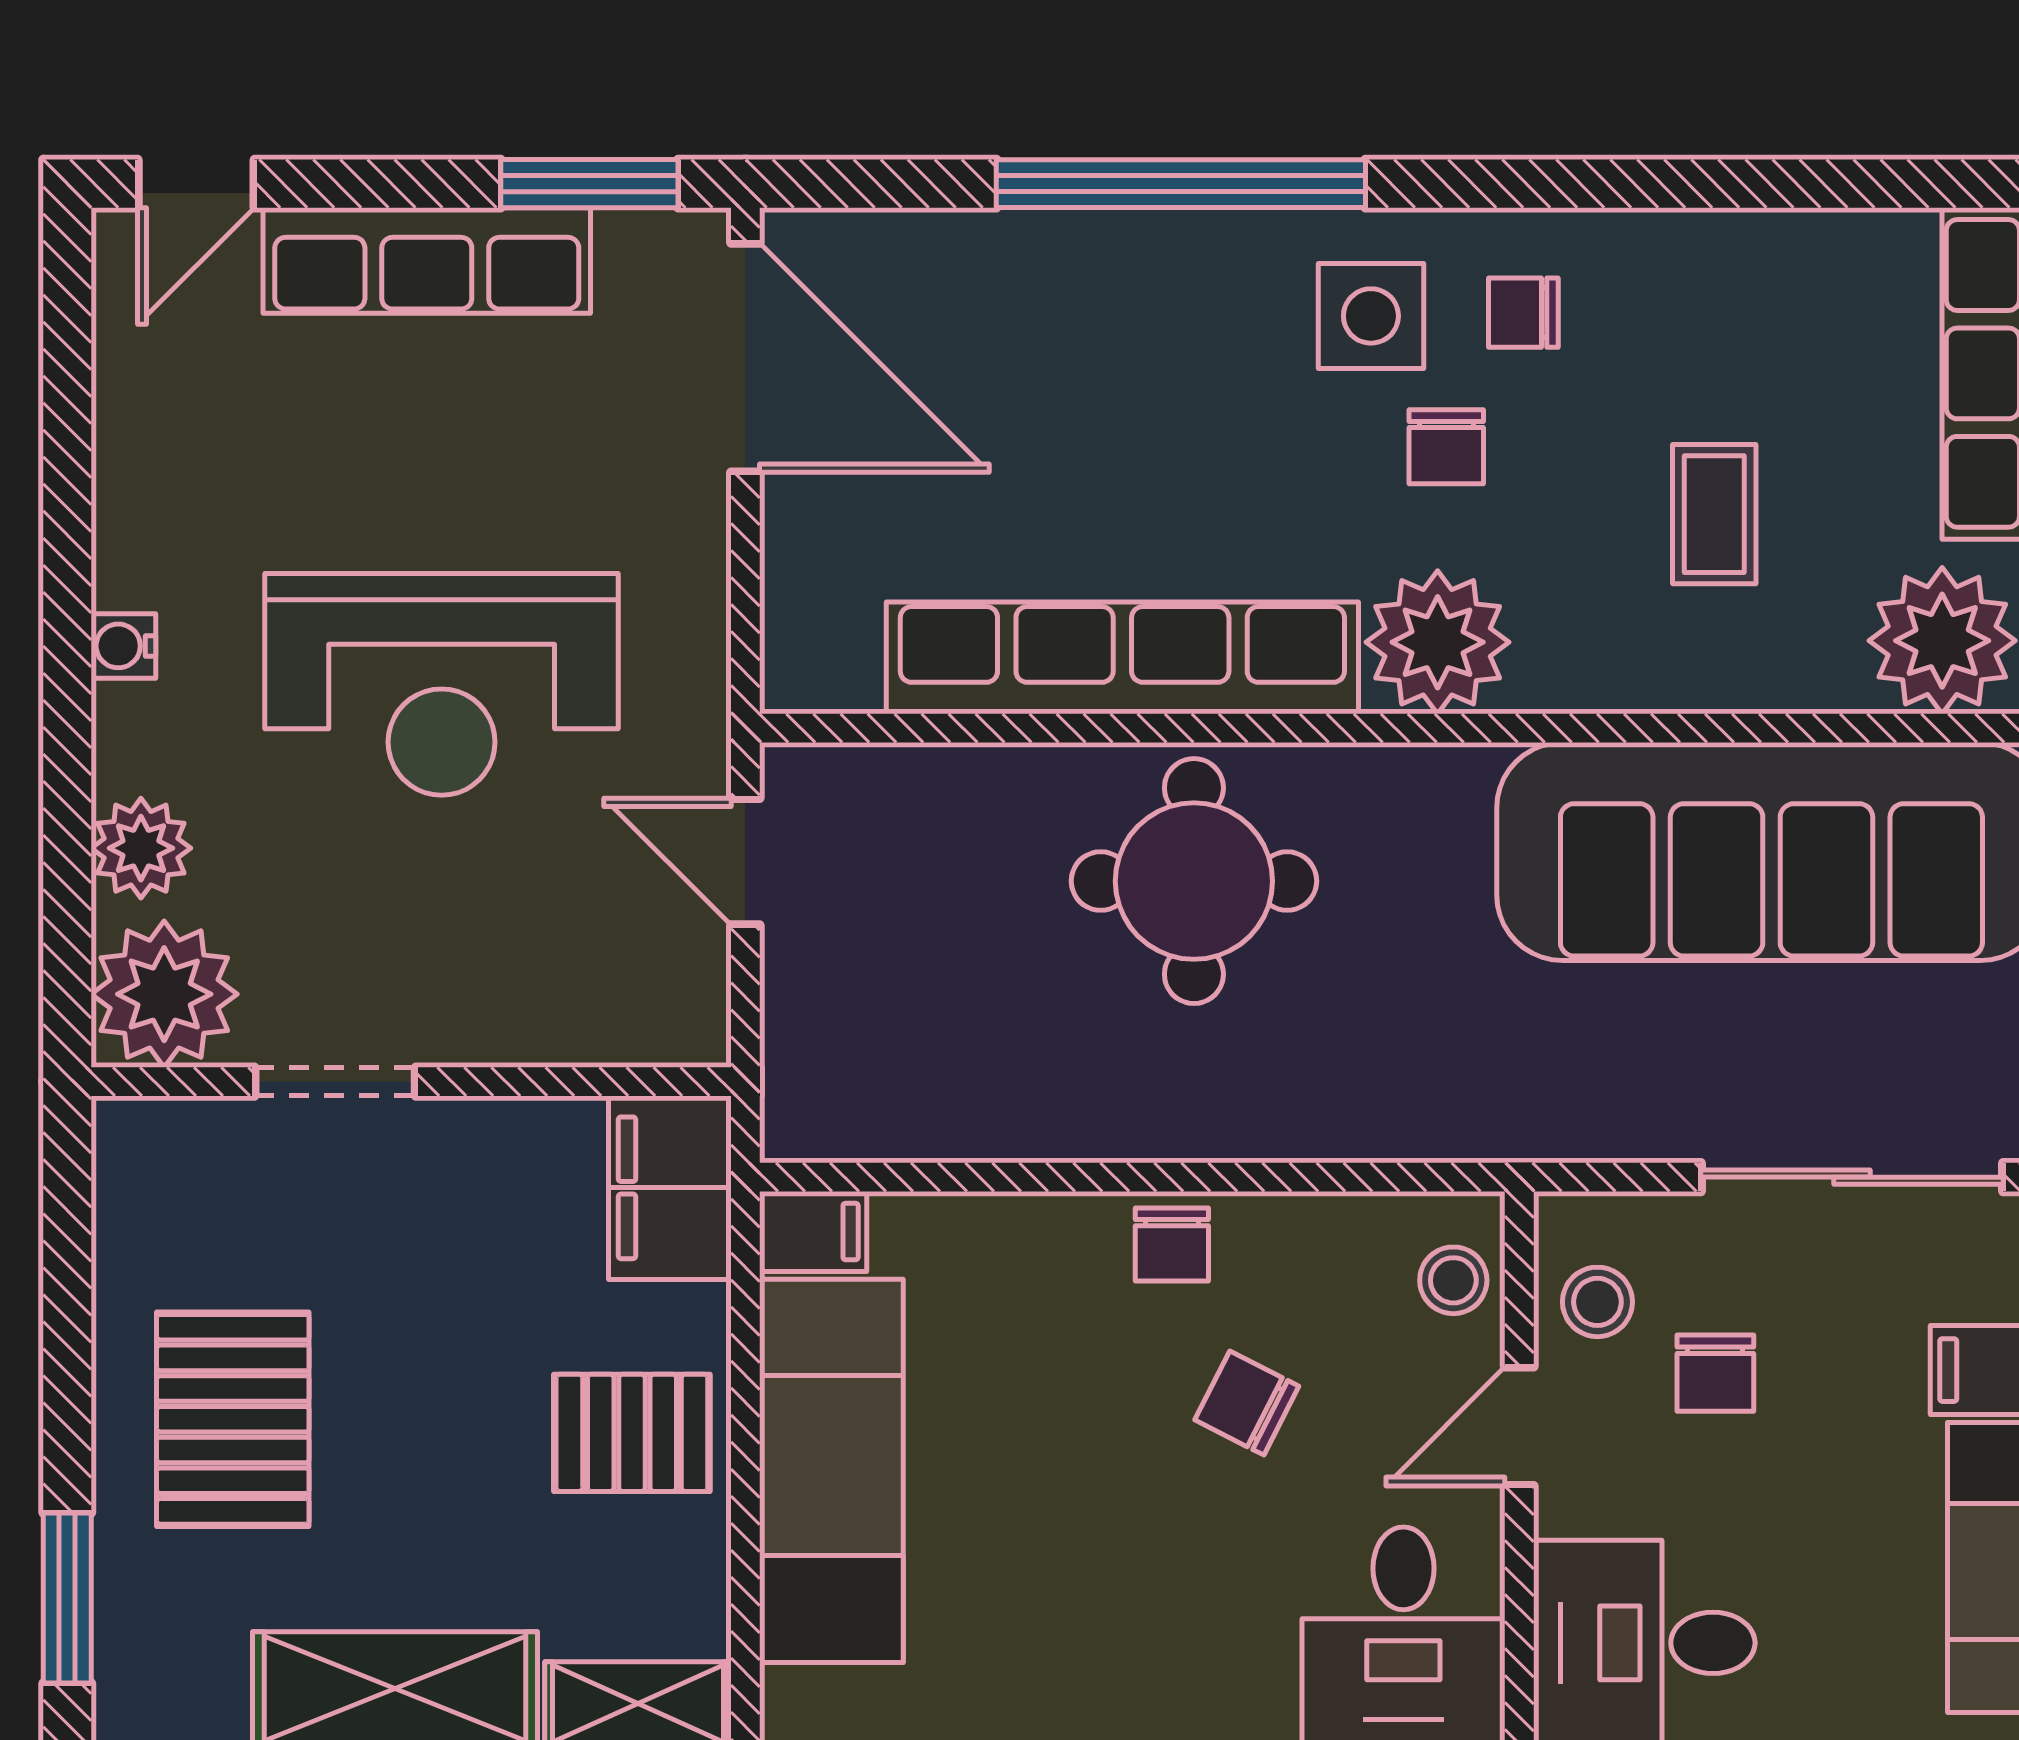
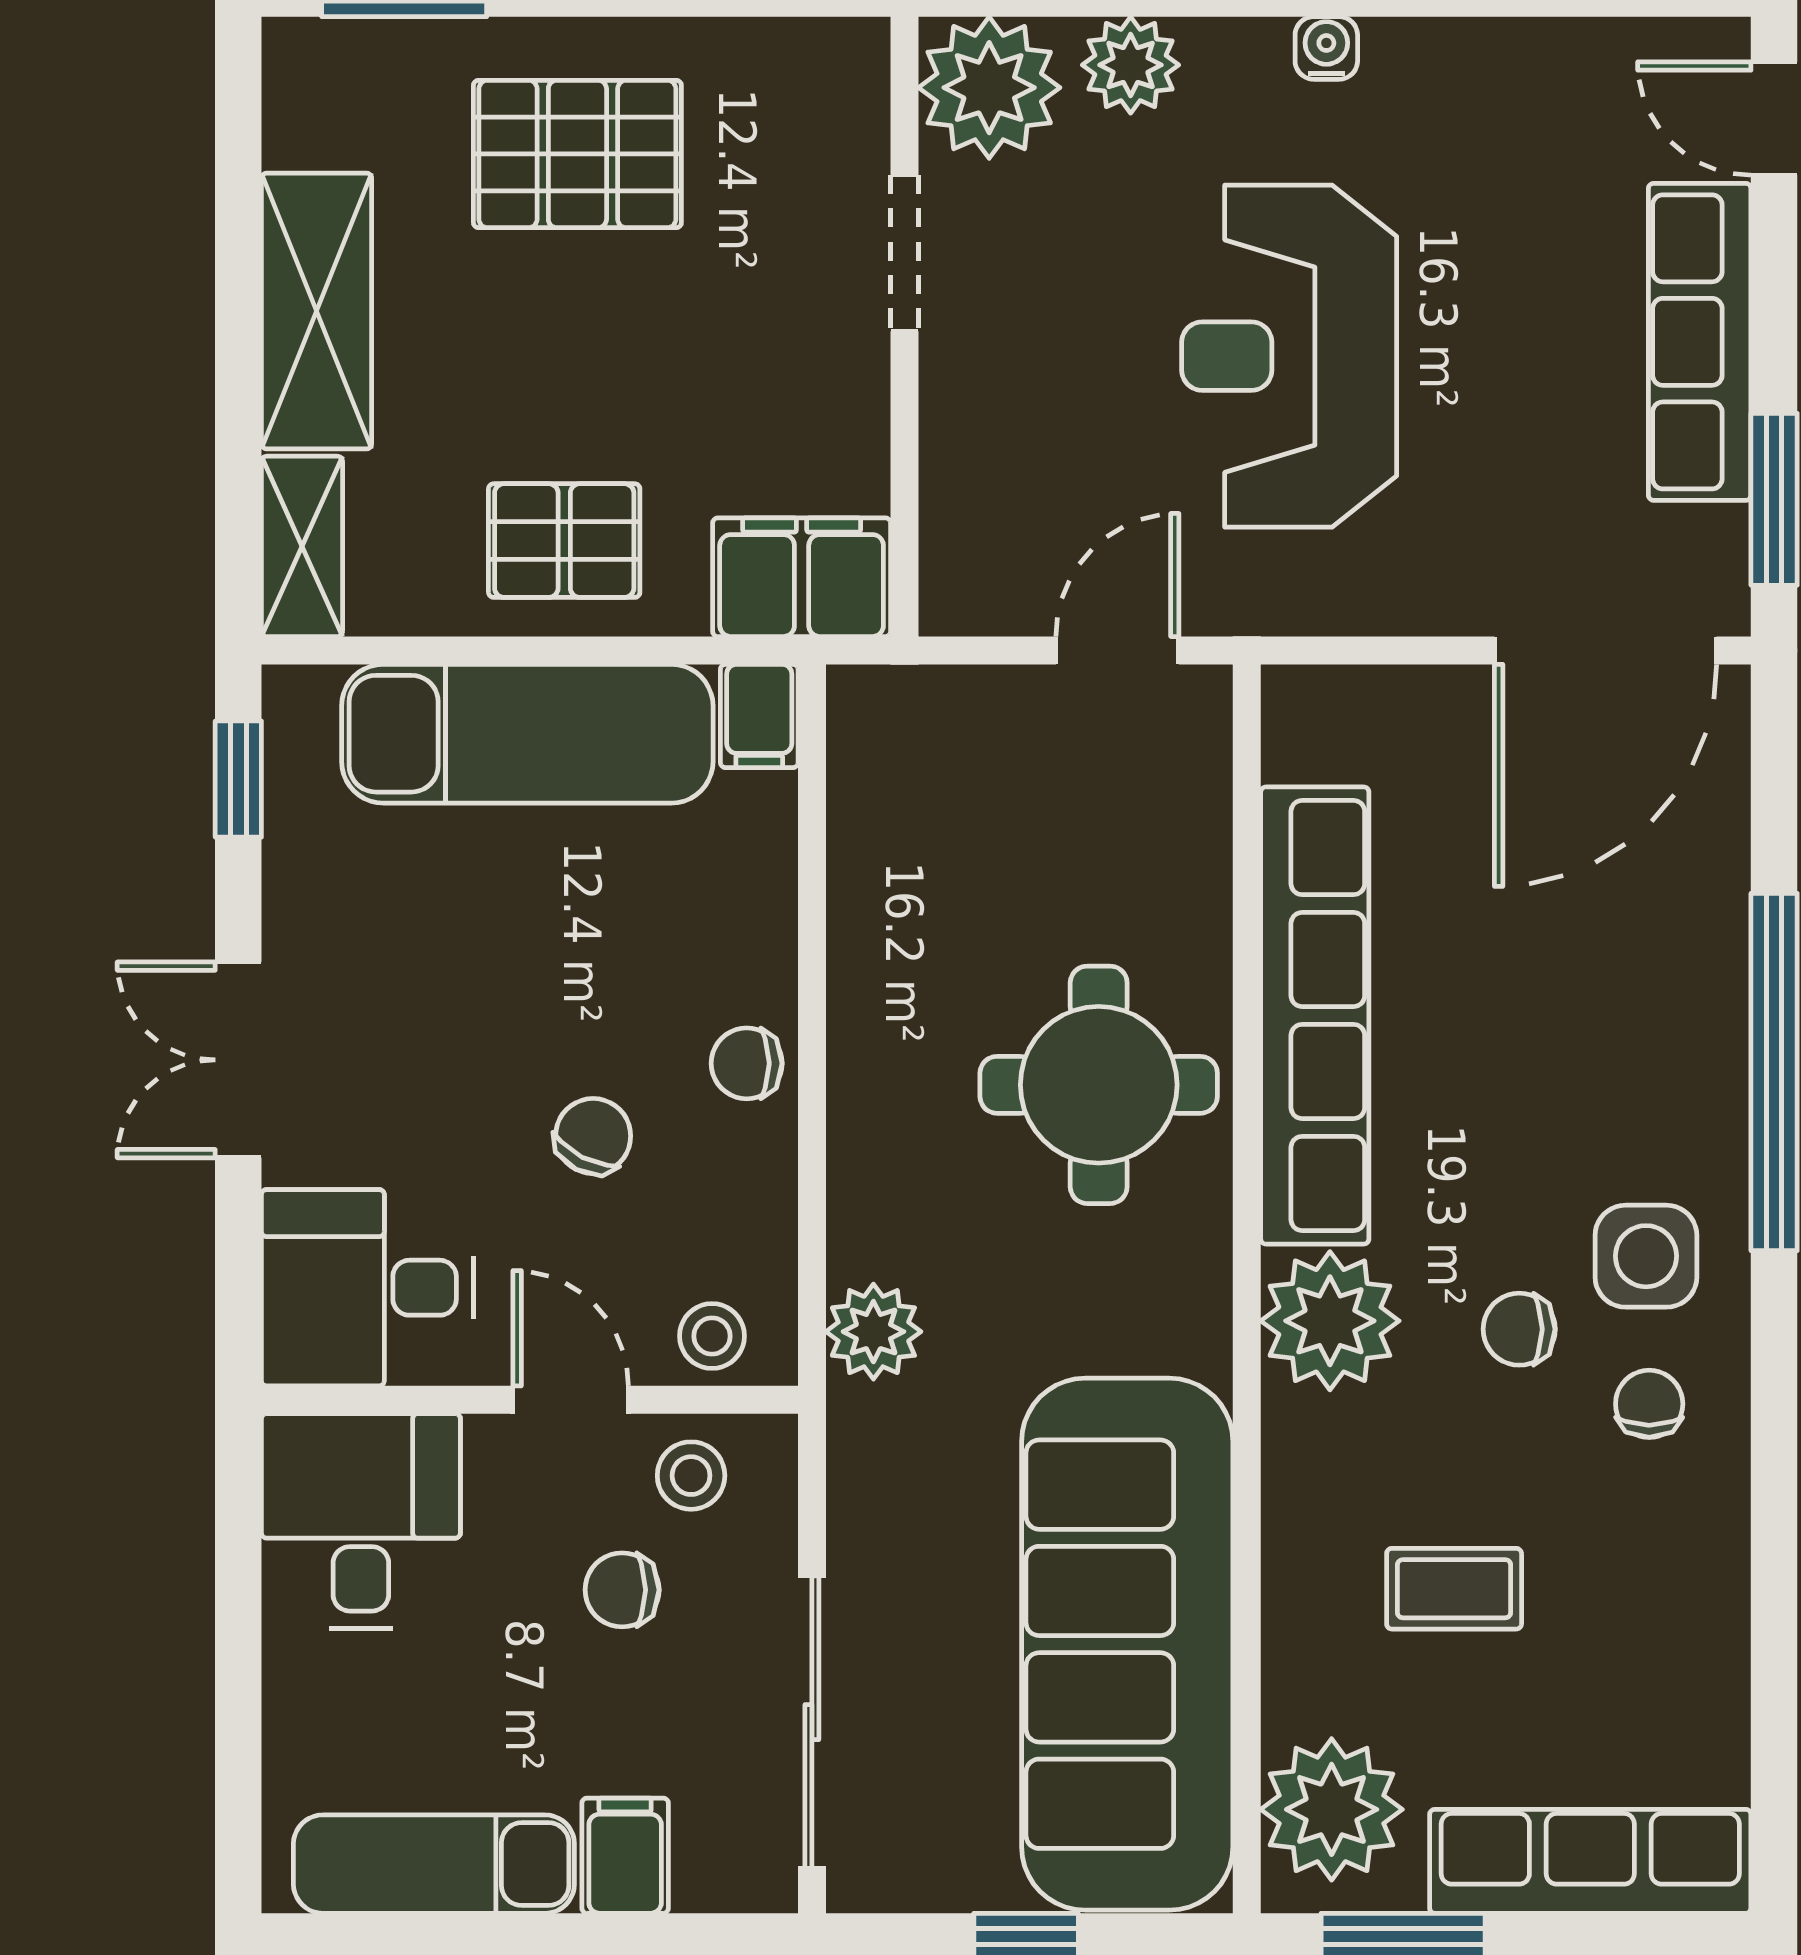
plant: (1449, 1114) -> (873, 1332), added
pallet: (632, 1433) -> (564, 541), turned 90

